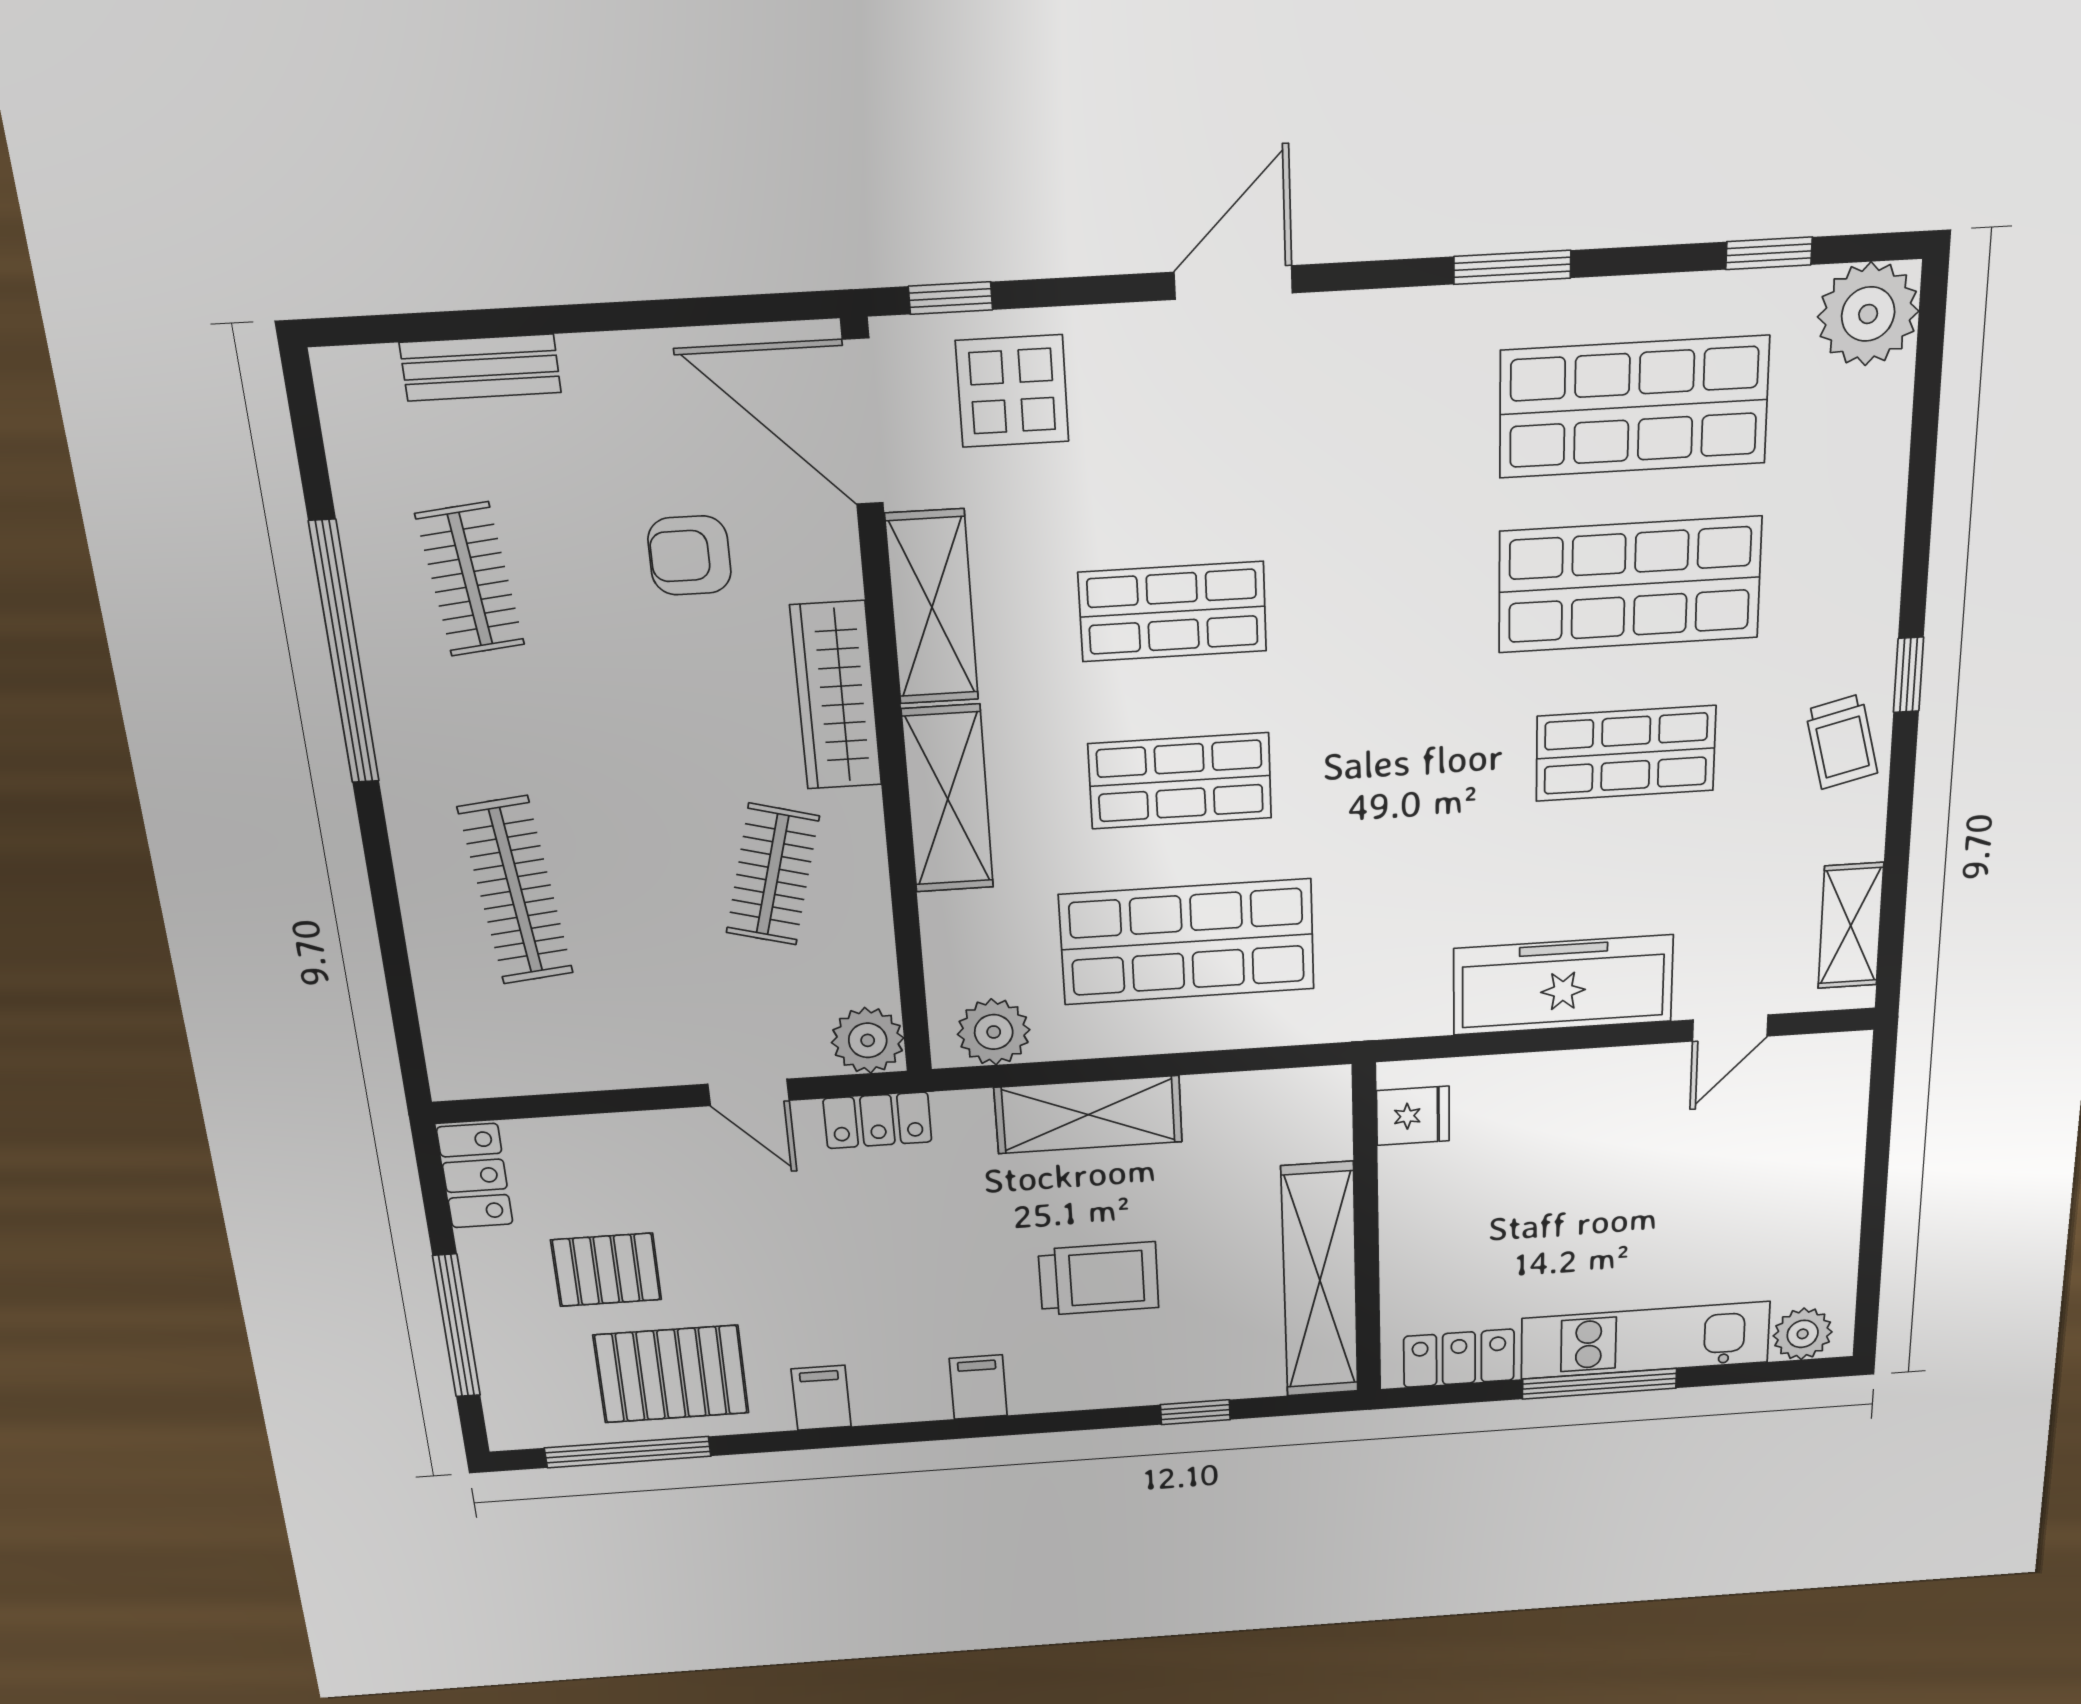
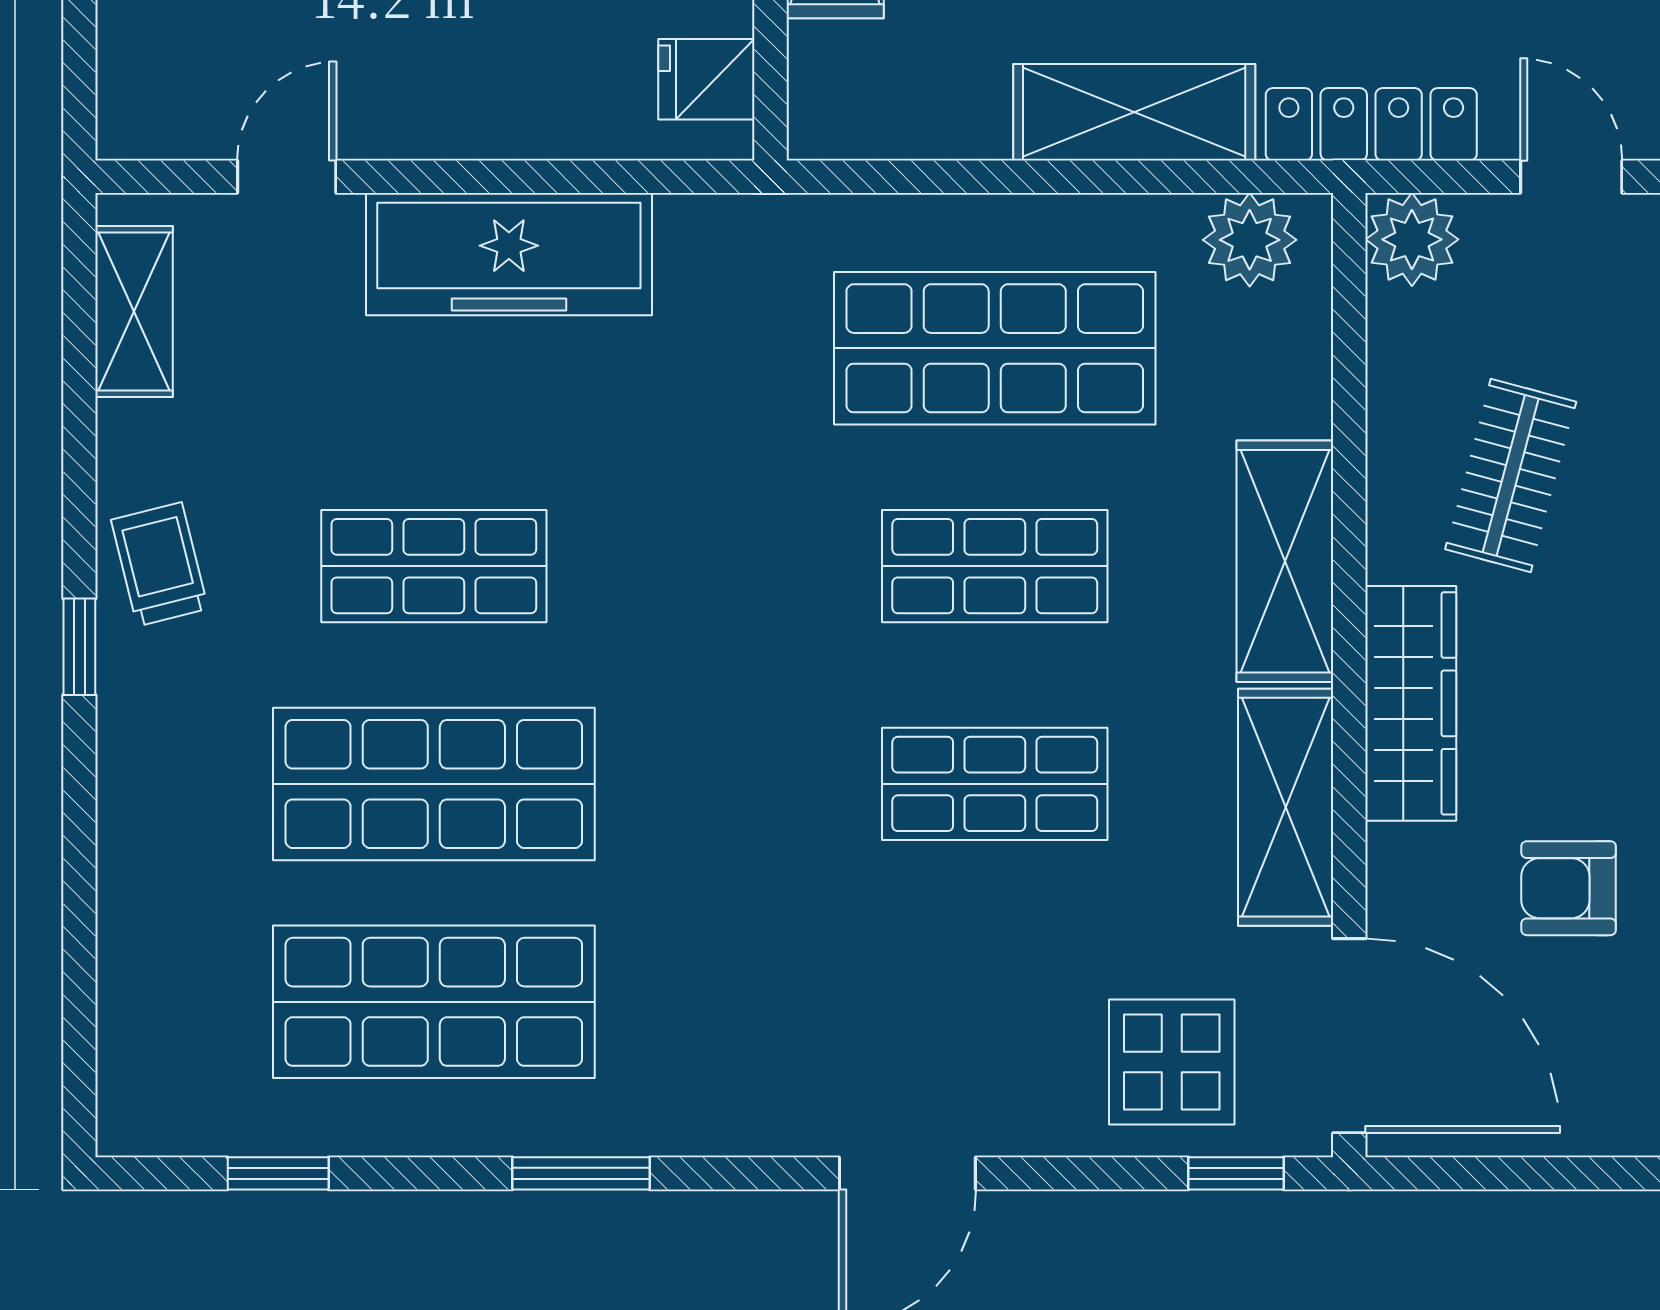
plant: (1868, 314) -> (156, 1096), removed
armchair: (690, 555) -> (1569, 888), turned 180
locker: (877, 1120) -> (1371, 124), width x1.53

